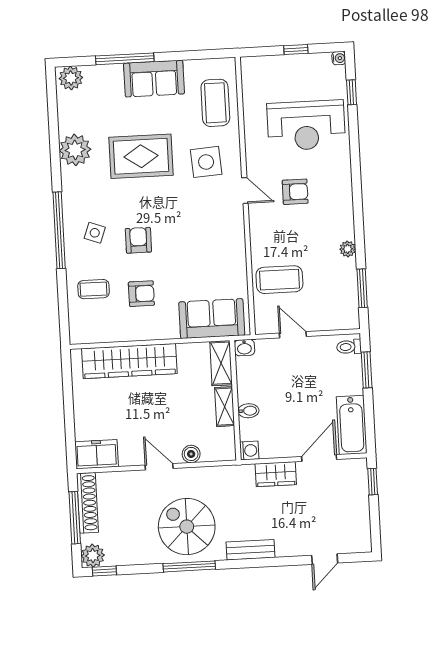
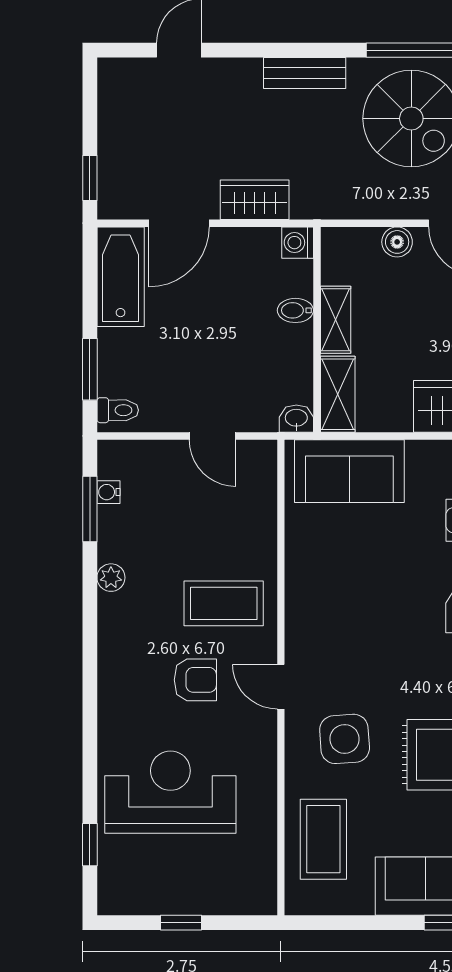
water cooler: (339, 58) -> (108, 492), moved
armchair: (295, 192) -> (195, 680), turned 180
coffee table: (279, 280) -> (224, 603), moved

